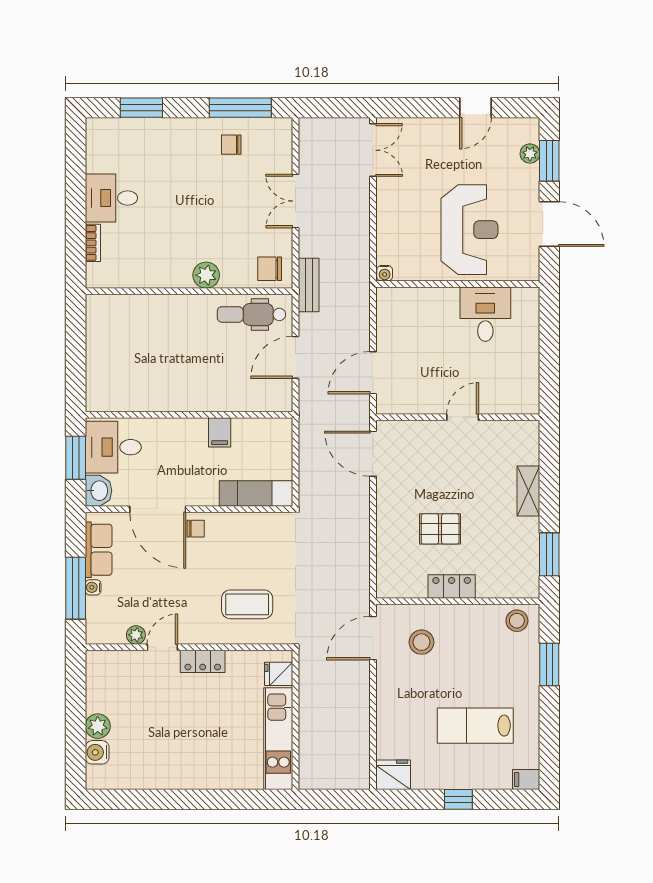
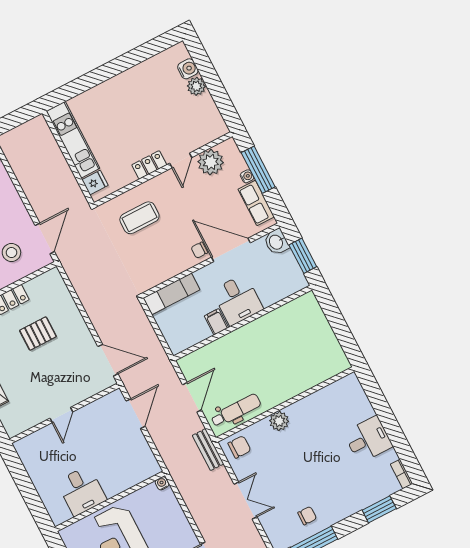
bookcase: (93, 243) -> (402, 474), moved
desk: (113, 447) -> (238, 300), moved, turned 90
plant: (136, 635) -> (211, 162), width x1.88, depth x1.88

